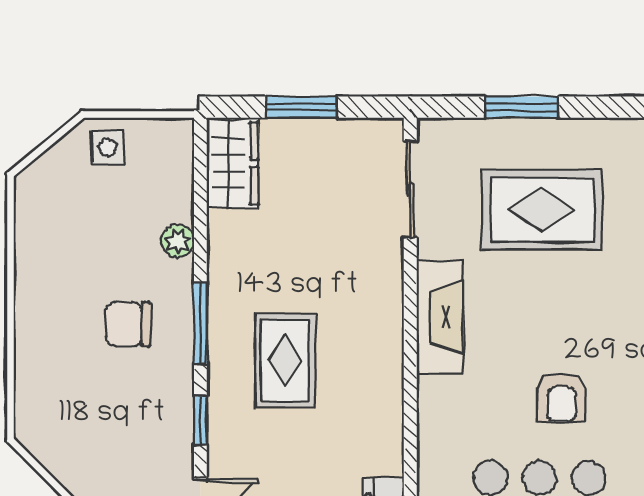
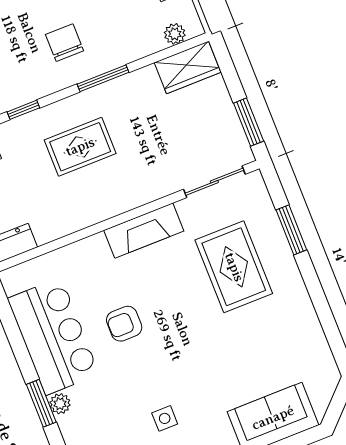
window: (301, 107) -> (249, 122), moved
plant: (178, 241) -> (175, 34), moved
window: (200, 323) -> (103, 78), moved

